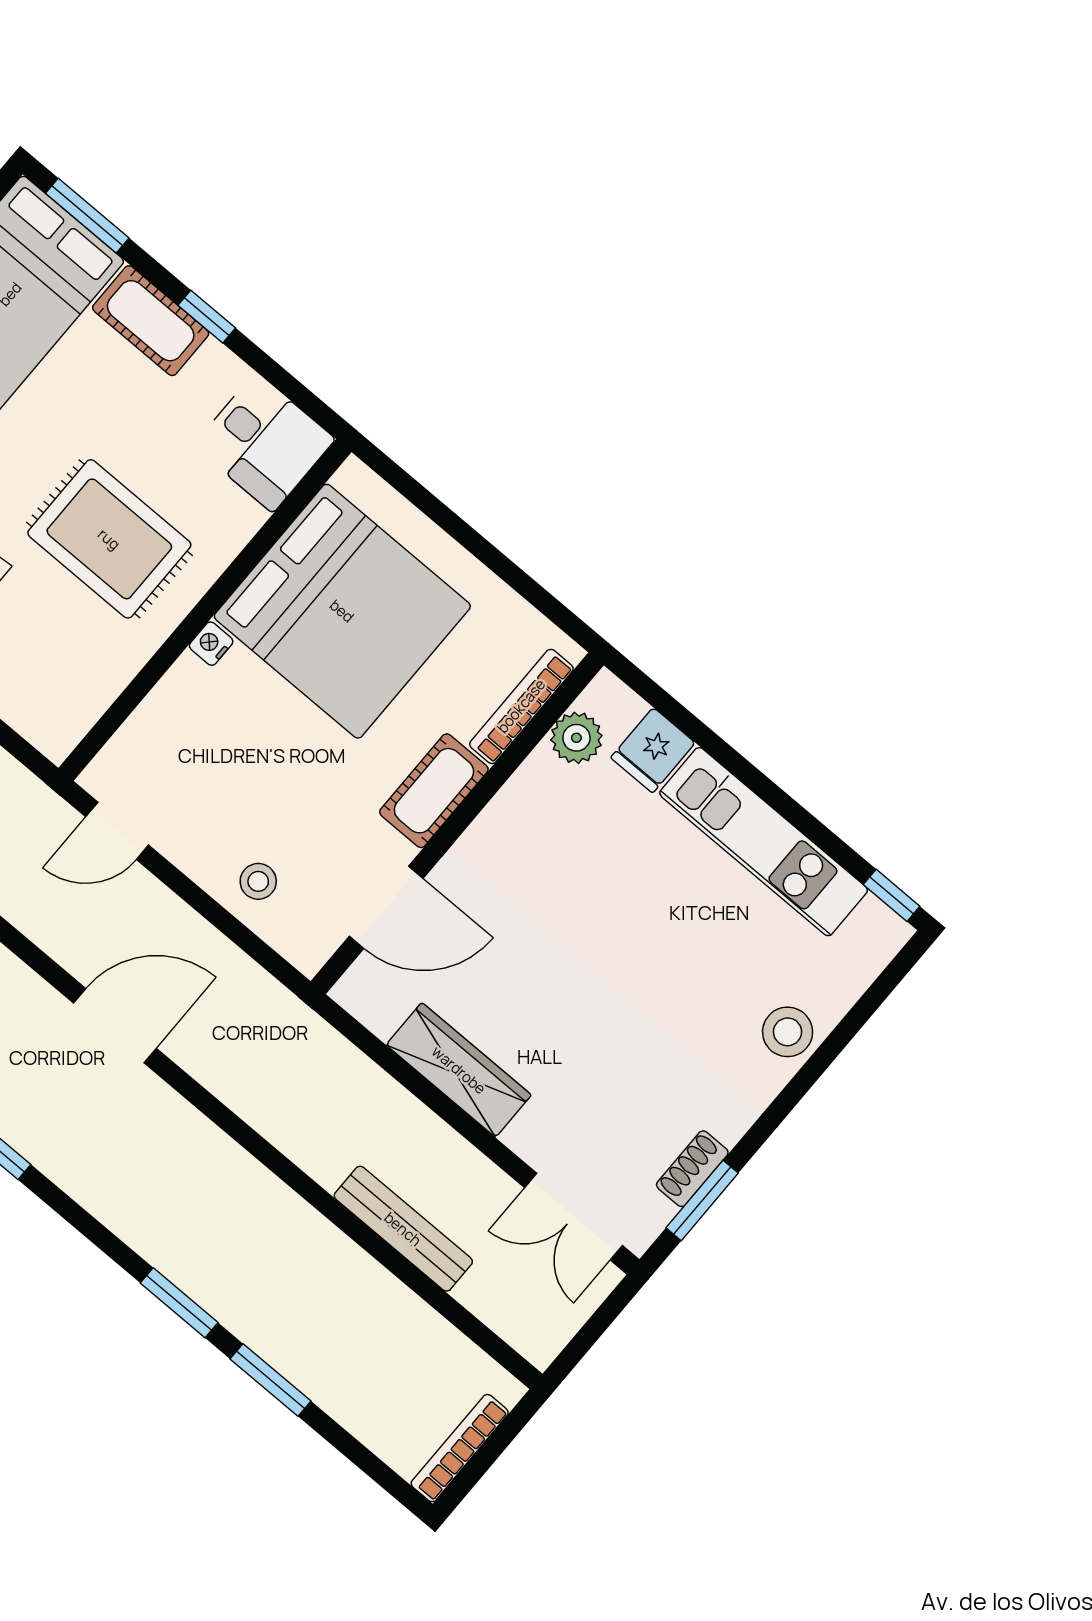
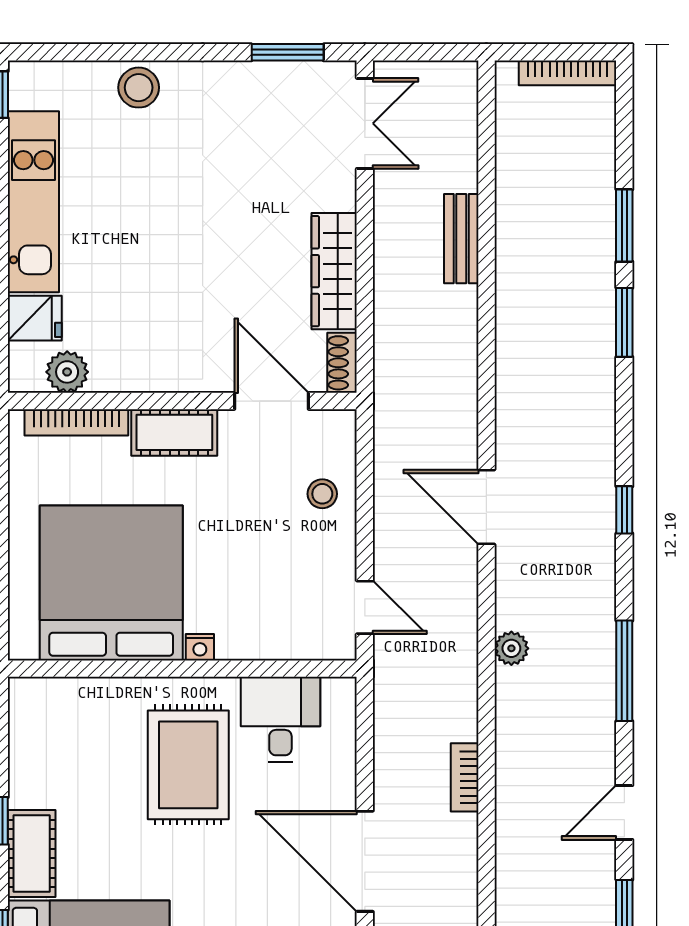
desk: (264, 442) -> (280, 719), moved
shoe rack: (692, 1169) -> (342, 363), moved, turned 90
bench: (403, 1229) -> (461, 239), width x0.73

